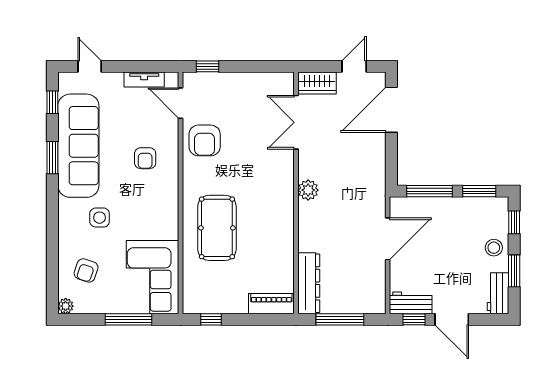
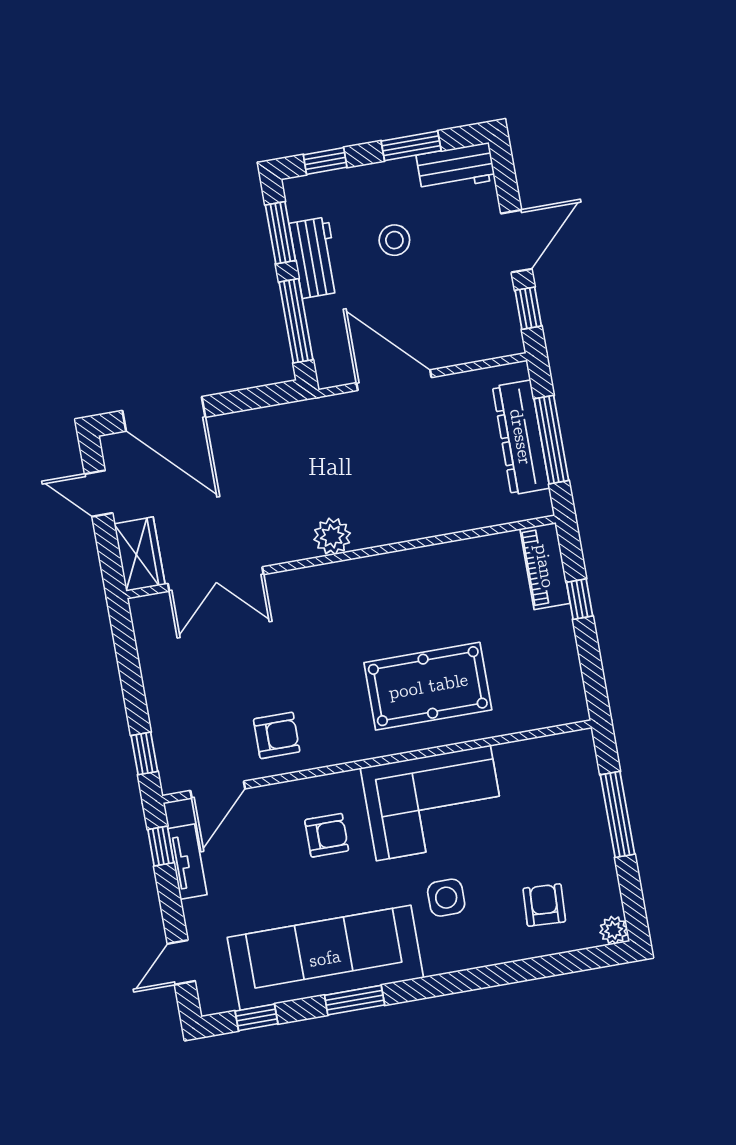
window: (155, 66) -> (161, 846), added
armchair: (205, 140) -> (277, 735), width x0.72, depth x0.72
stool: (494, 248) -> (394, 240), moved
armchair: (86, 270) -> (544, 905), turned -106
corner sofa: (153, 277) -> (433, 803), moved
dresser: (309, 283) -> (521, 437), moved, turned -90
workbench: (411, 303) -> (315, 258), moved, turned 180
window: (211, 319) -> (580, 599), moved

